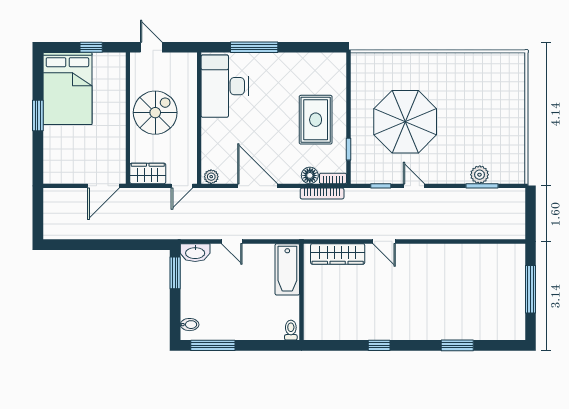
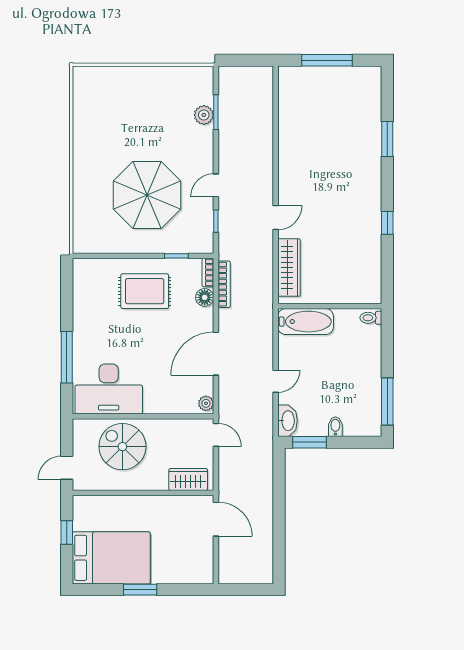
spiral stairs: (155, 113) -> (122, 447), moved
wardrobe: (148, 173) -> (188, 480), moved, turned 90
bidet: (190, 325) -> (335, 427), moved

